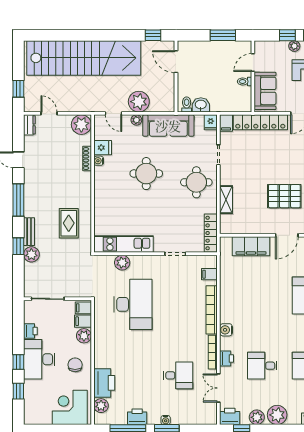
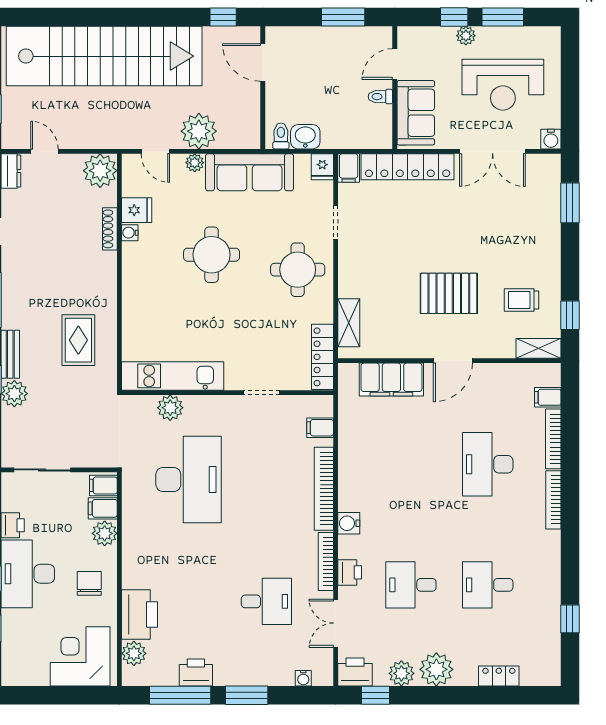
shelving: (226, 200) -> (349, 323), moved
water cooler: (166, 420) -> (303, 678), moved

